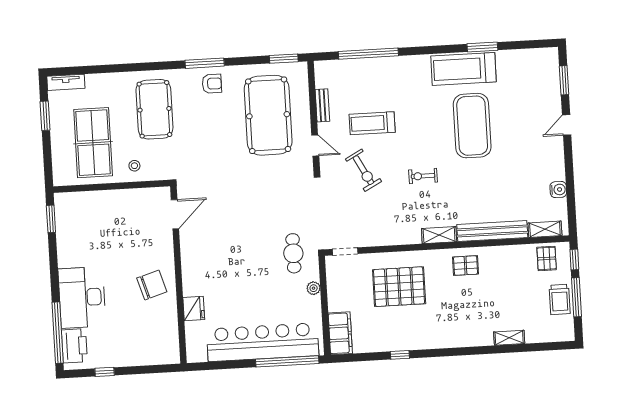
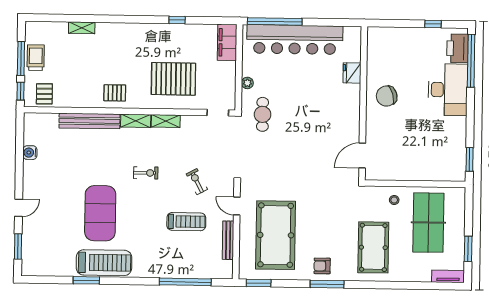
bench: (322, 105) -> (228, 240), width x1.36
exercise bike: (363, 170) -> (197, 182), width x0.73, depth x0.72
shelving: (545, 229) -> (166, 121), moved

